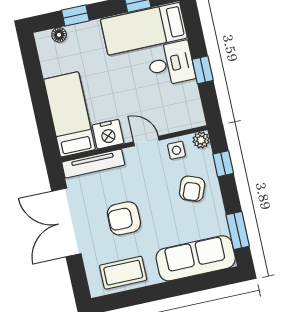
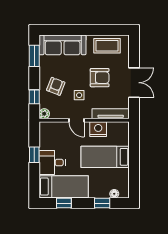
bed: (69, 114) -> (105, 157), moved, turned 90
side table: (177, 150) -> (79, 95), moved
double door: (66, 222) -> (134, 83), width x0.73

